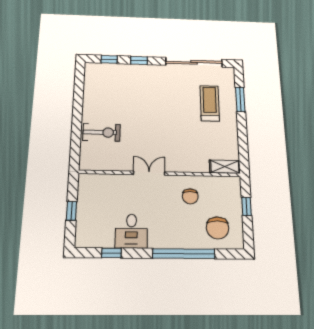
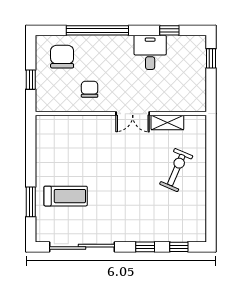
treadmill: (210, 103) -> (66, 196), turned -90
exercise bike: (102, 132) -> (176, 170), moved, turned 113
shelving: (225, 167) -> (167, 122), moved
window: (72, 211) -> (211, 58), moved

